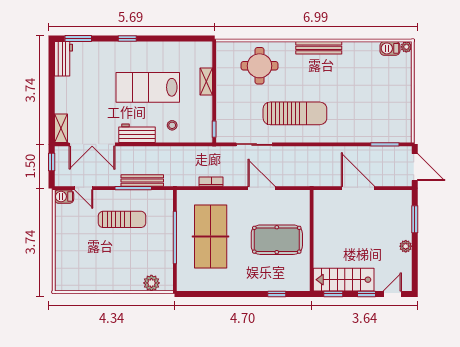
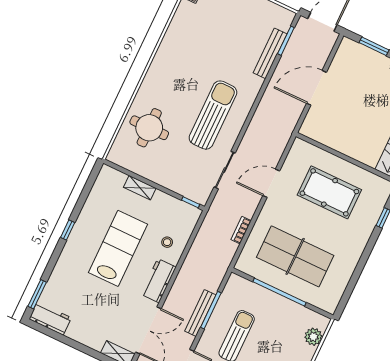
window: (127, 39) -> (68, 230), moved
bench: (319, 48) -> (270, 53), moved
lab bench: (148, 87) -> (118, 248), turned 180
bench: (142, 180) -> (200, 313), moved
pool table: (277, 240) -> (329, 192), turned 90

